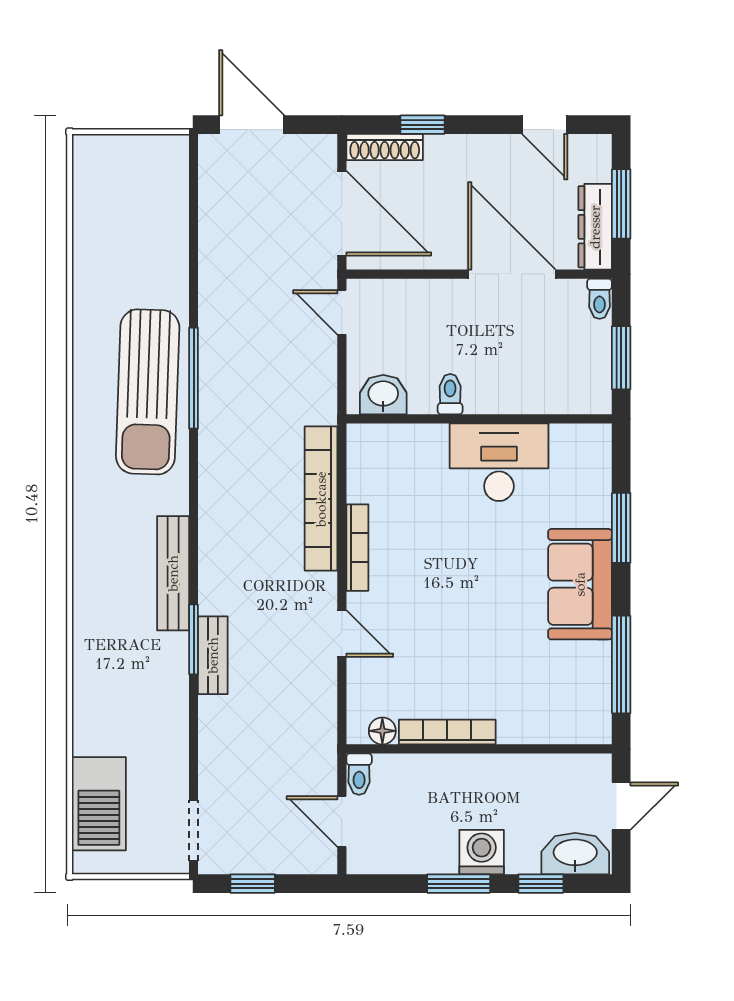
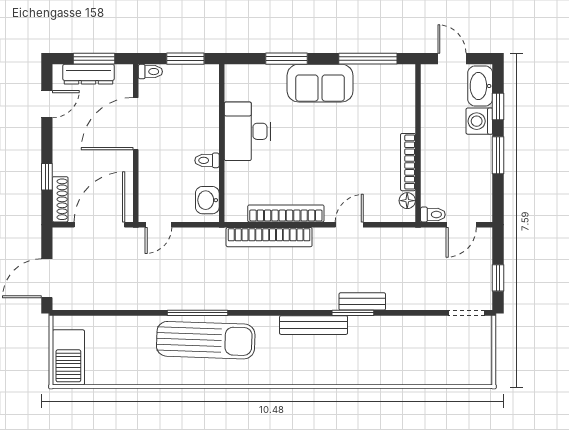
dresser: (595, 227) -> (89, 74), moved
bookcase: (357, 548) -> (286, 213), width x1.48, depth x1.31
barbecue: (99, 804) -> (68, 357), moved, turned 90
washing machine: (482, 852) -> (479, 121), moved

